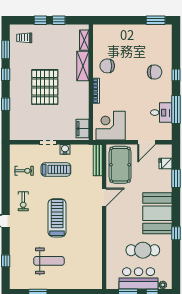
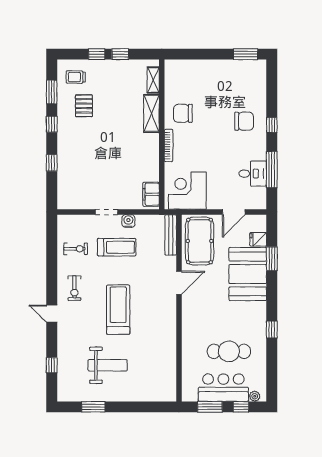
pallet: (45, 87) -> (84, 106), moved, width x0.49, depth x0.50
booth: (157, 213) -> (248, 274), moved

